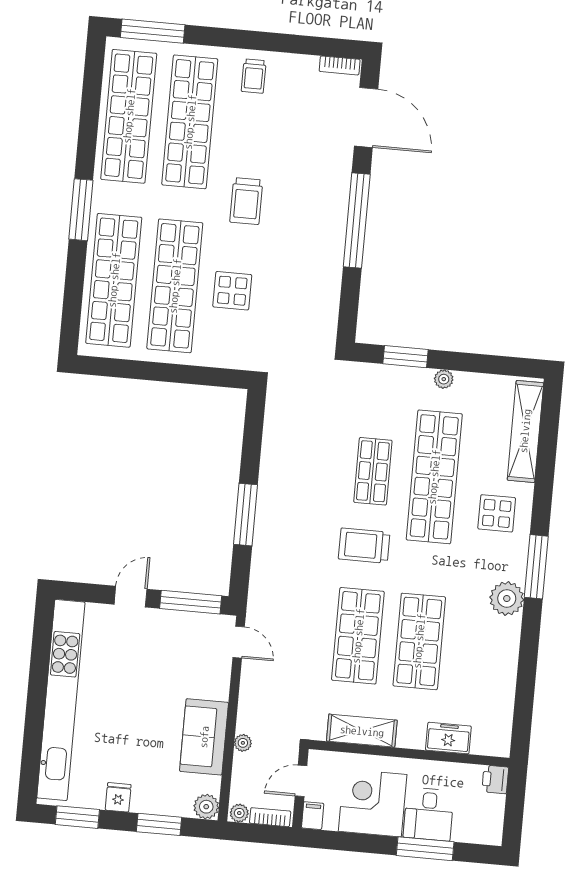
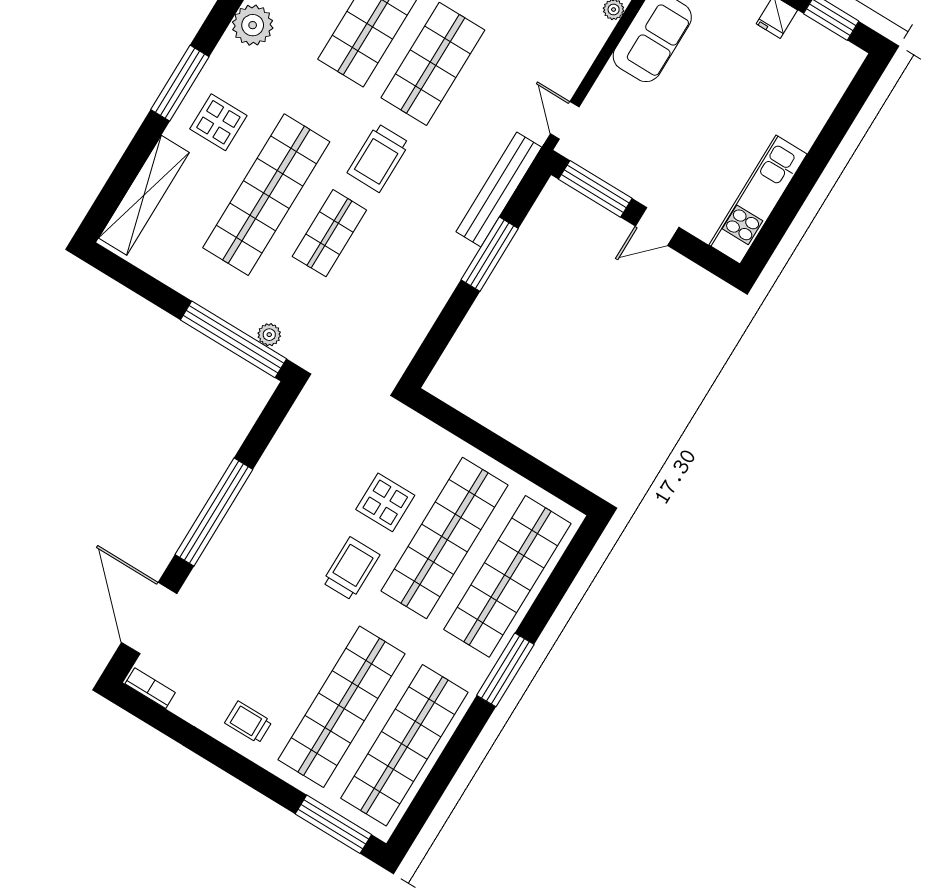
trolley: (254, 76) -> (248, 722), turned -90
trolley: (246, 201) -> (351, 569), moved
window: (406, 357) -> (233, 339), width x2.11
plant: (444, 379) -> (269, 335), moved
trolley: (364, 546) -> (378, 158), turned 90
bench: (262, 566) -> (499, 189), added
window: (536, 567) -> (180, 83), moved
kitchen unit: (61, 700) -> (758, 200), width x0.54

